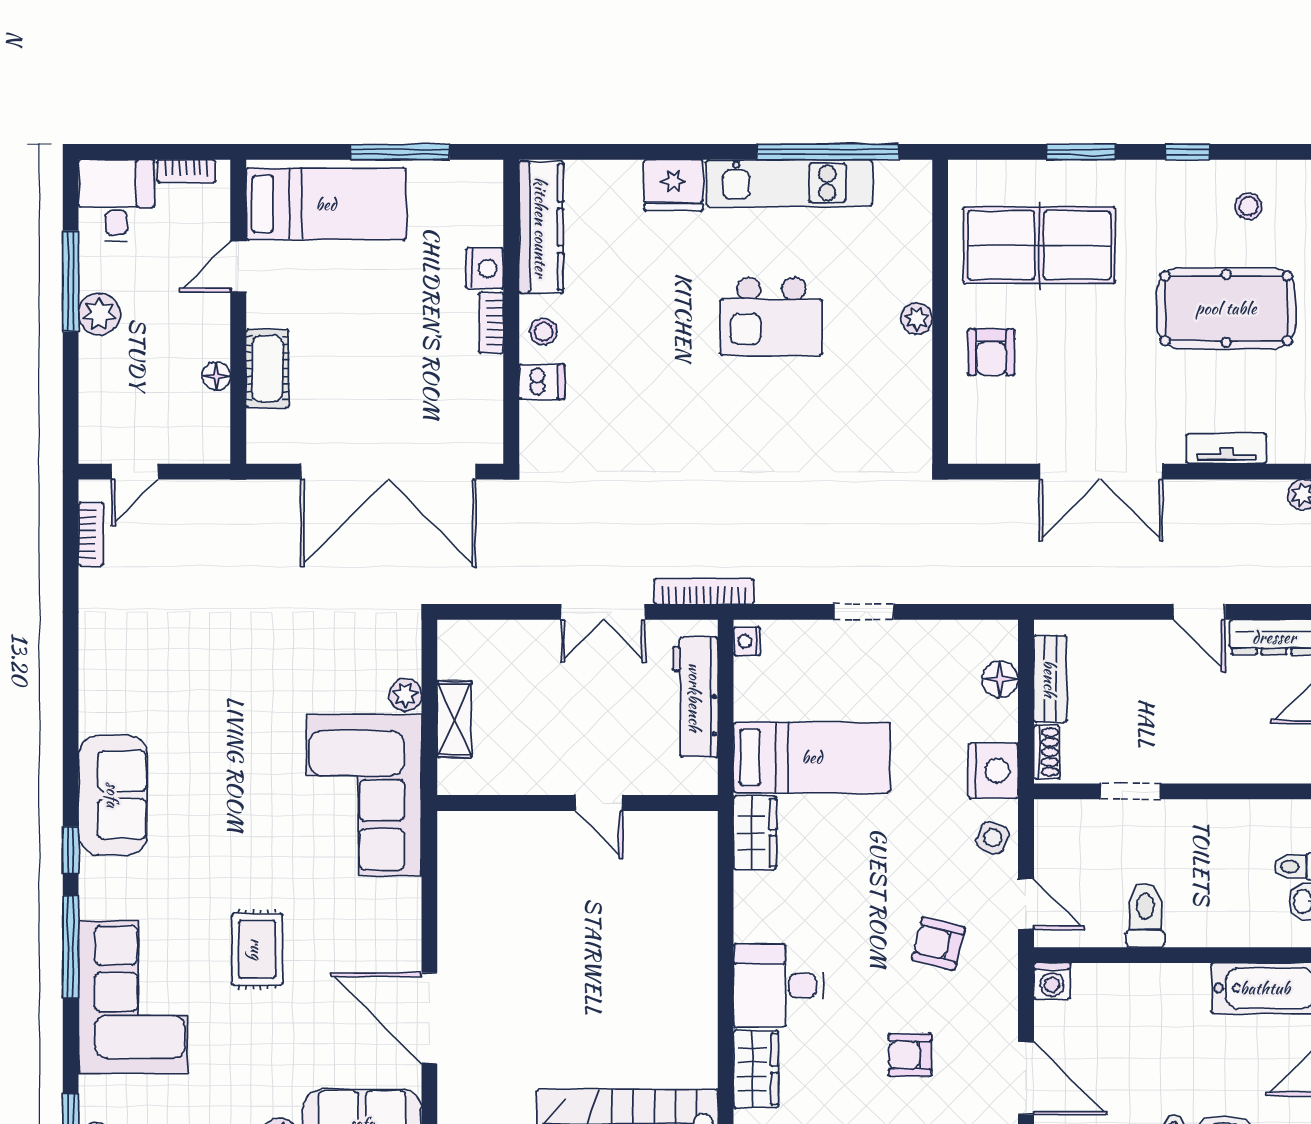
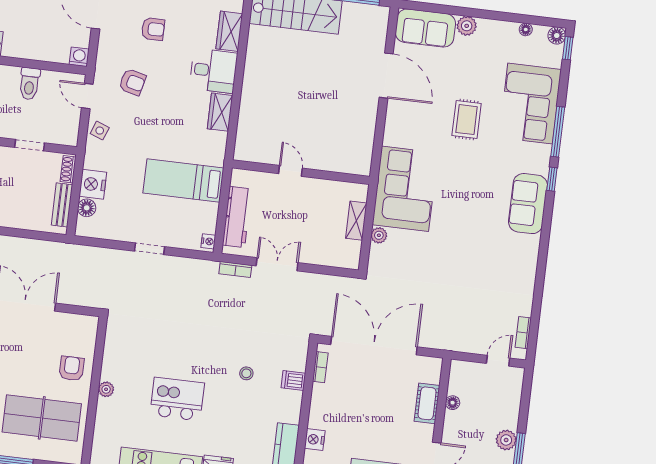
bookcase: (491, 323) -> (320, 367), moved
stool: (543, 332) -> (246, 373), moved
bookcase: (704, 591) -> (235, 269), width x0.64
nightstand: (993, 771) -> (93, 184), moved
wardrobe: (755, 833) -> (220, 112), moved

